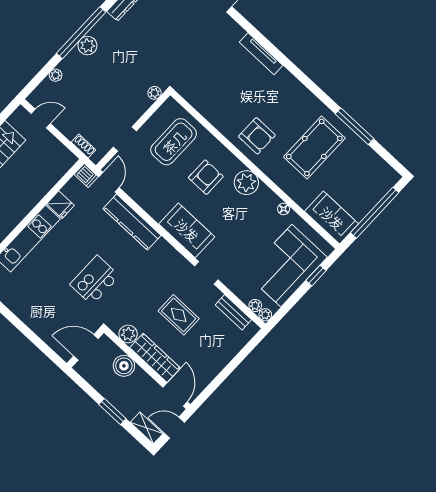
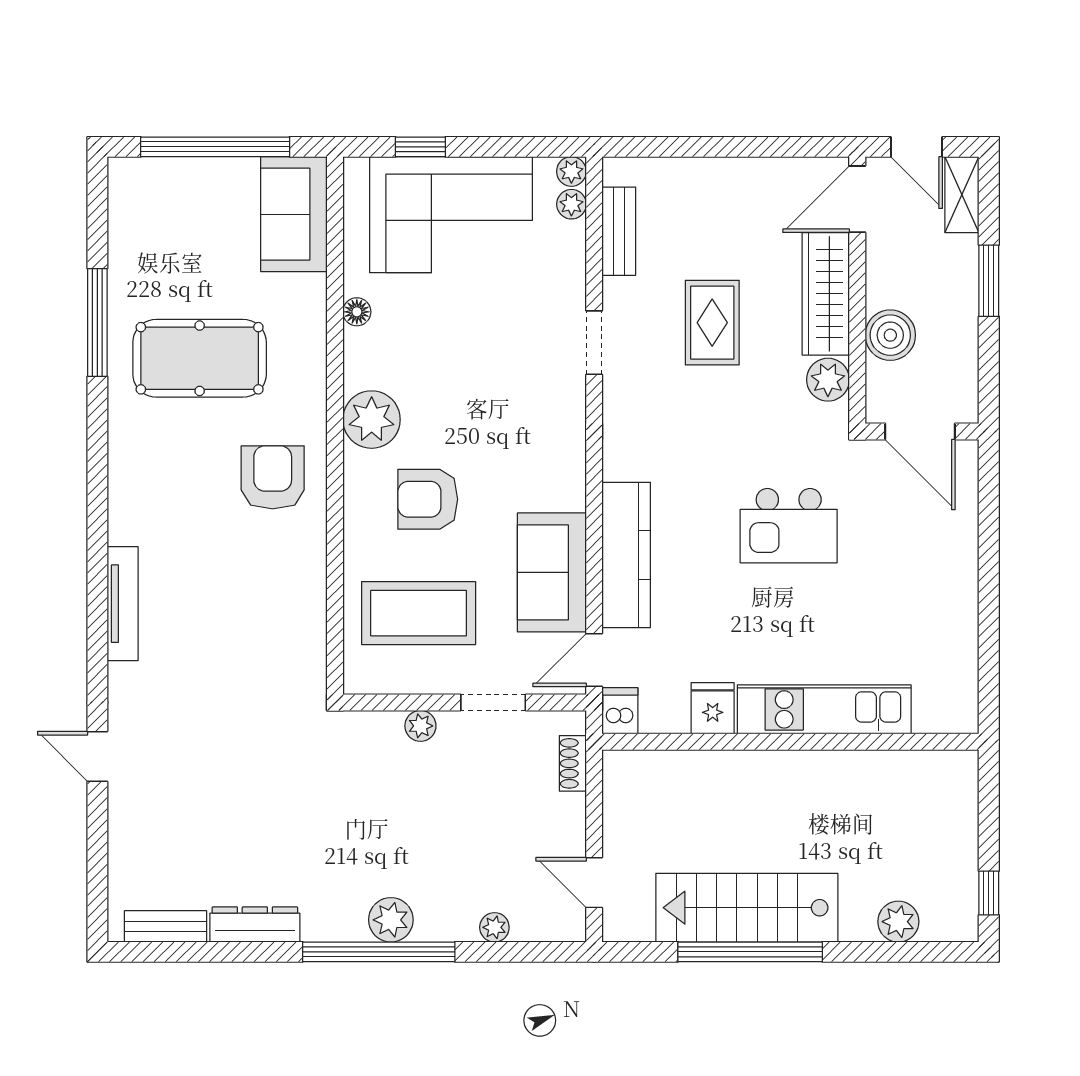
plant: (155, 93) -> (420, 726), moved
sofa: (187, 230) -> (552, 572), moved

